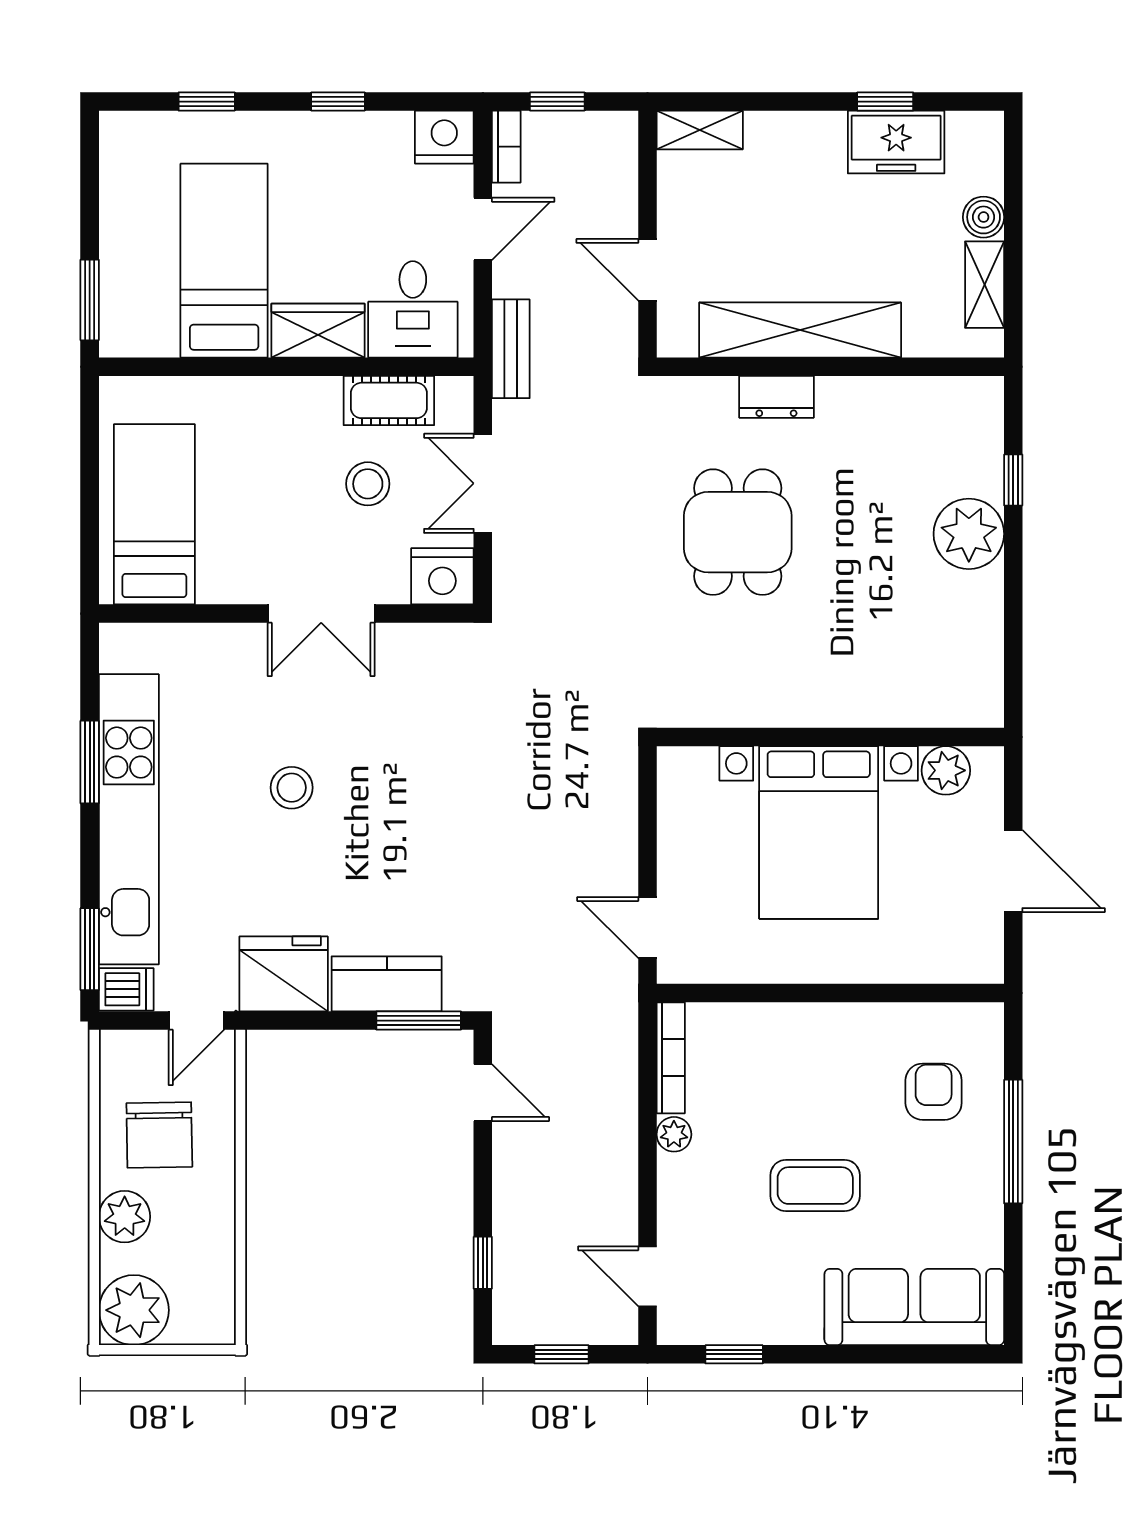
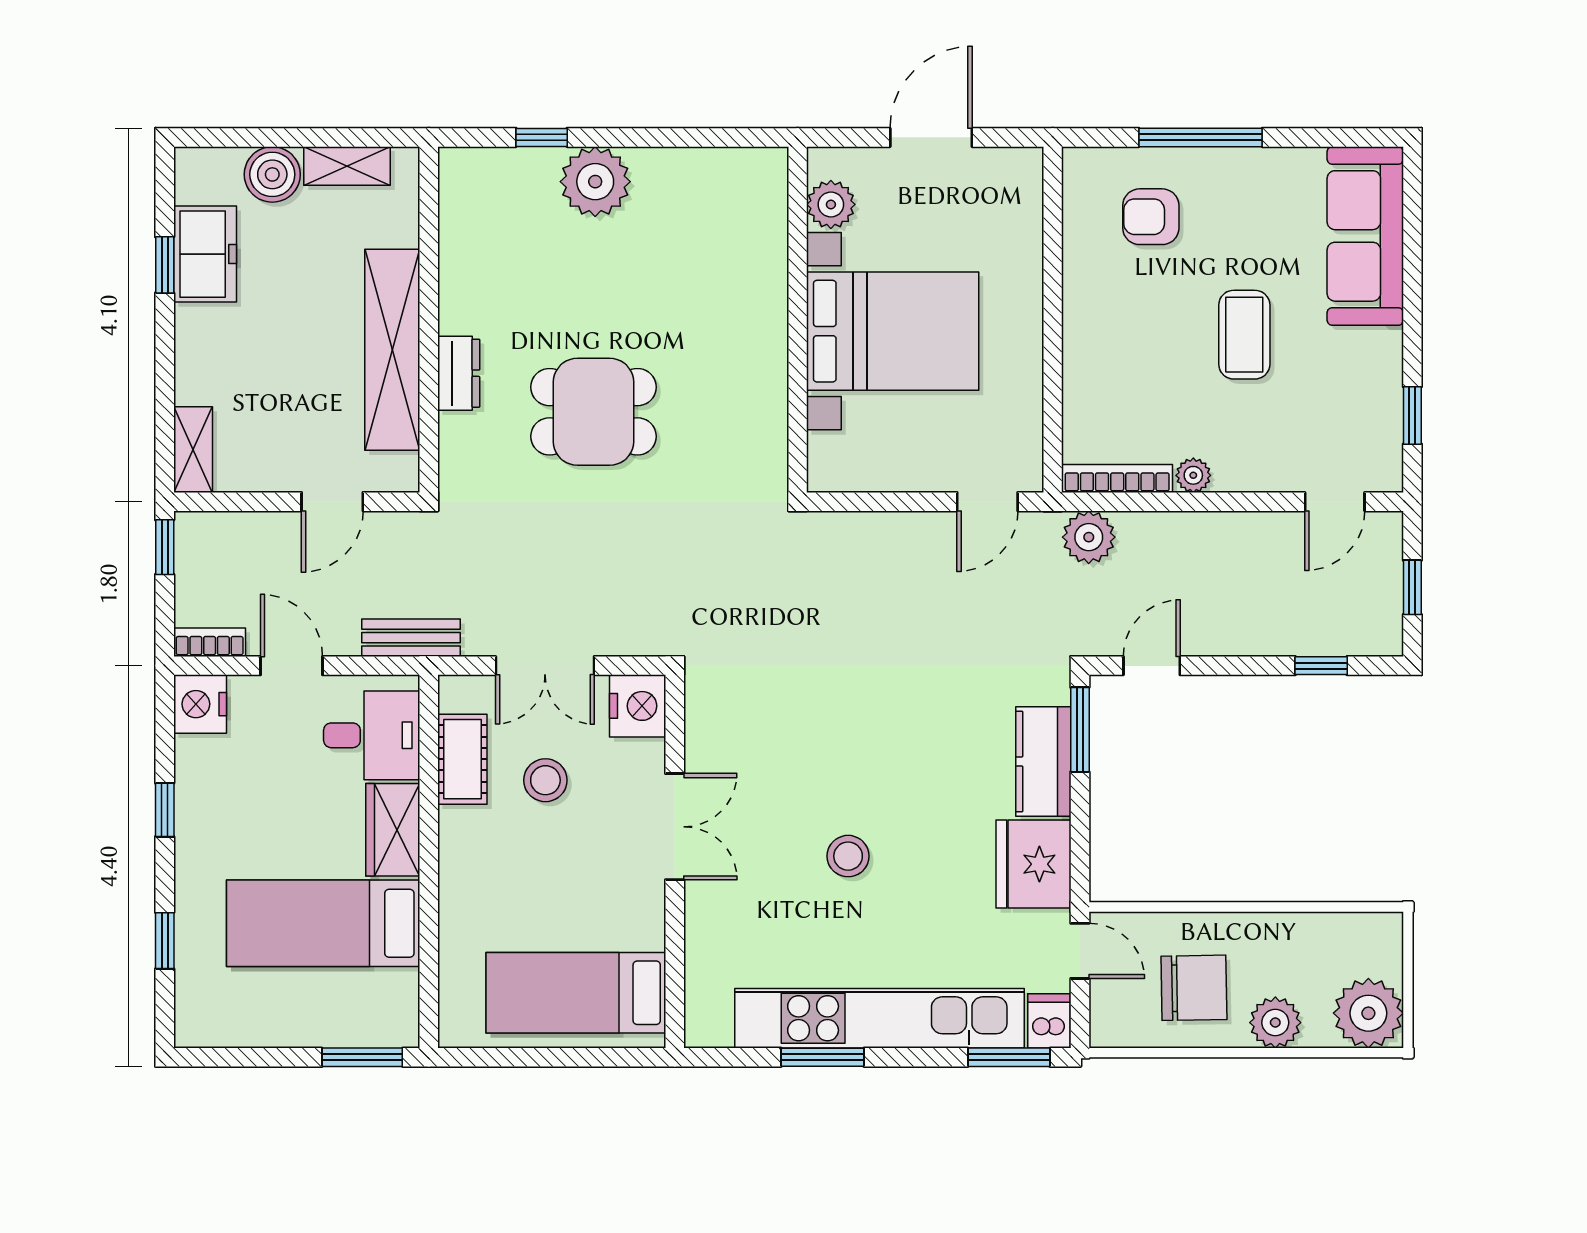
window: (557, 102) -> (165, 547), moved
boiler: (984, 217) -> (272, 174), width x1.36, depth x1.36
plant: (612, 1029) -> (1089, 537), added

